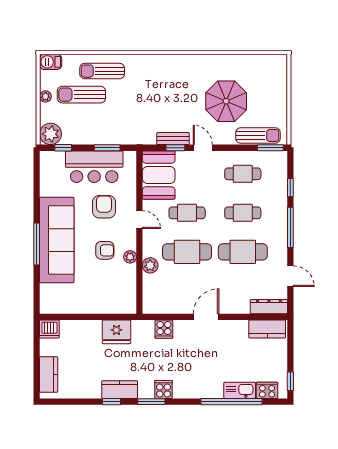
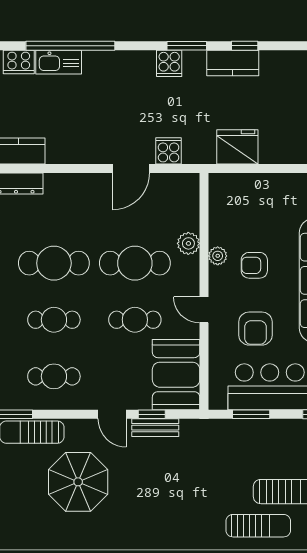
door: (206, 317) -> (131, 169), moved

